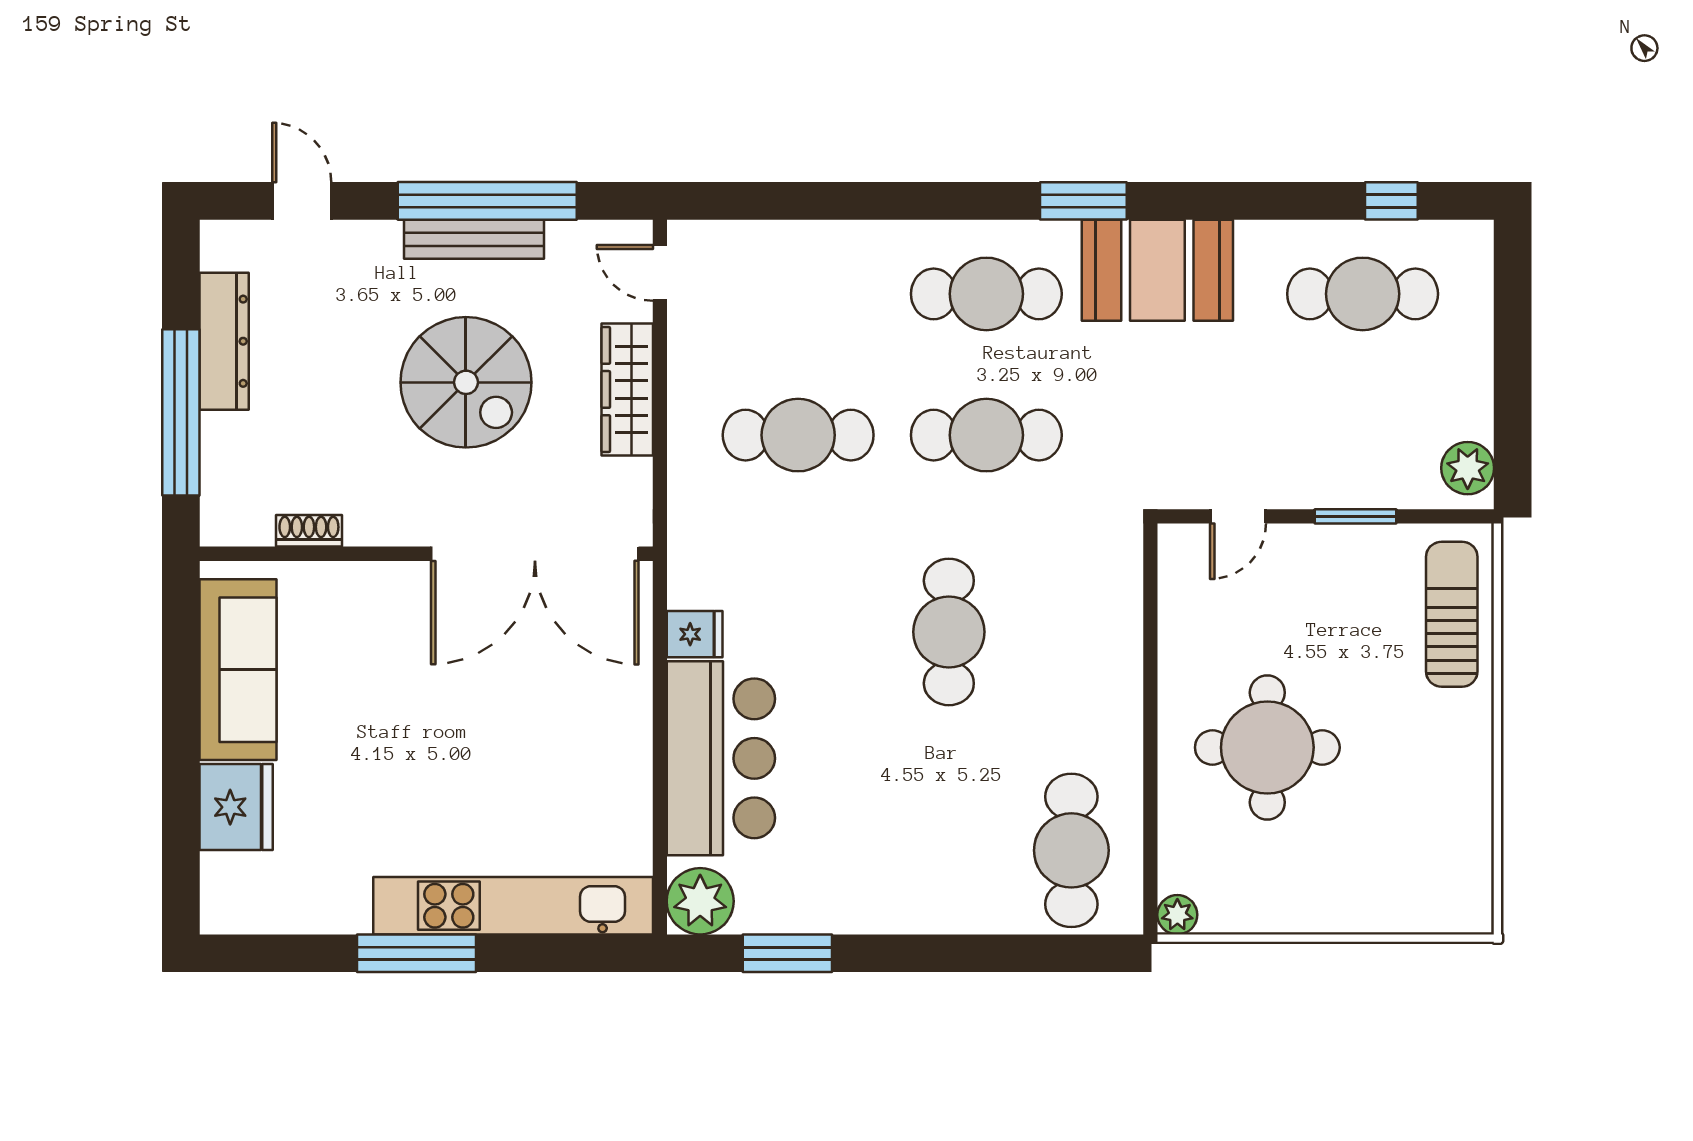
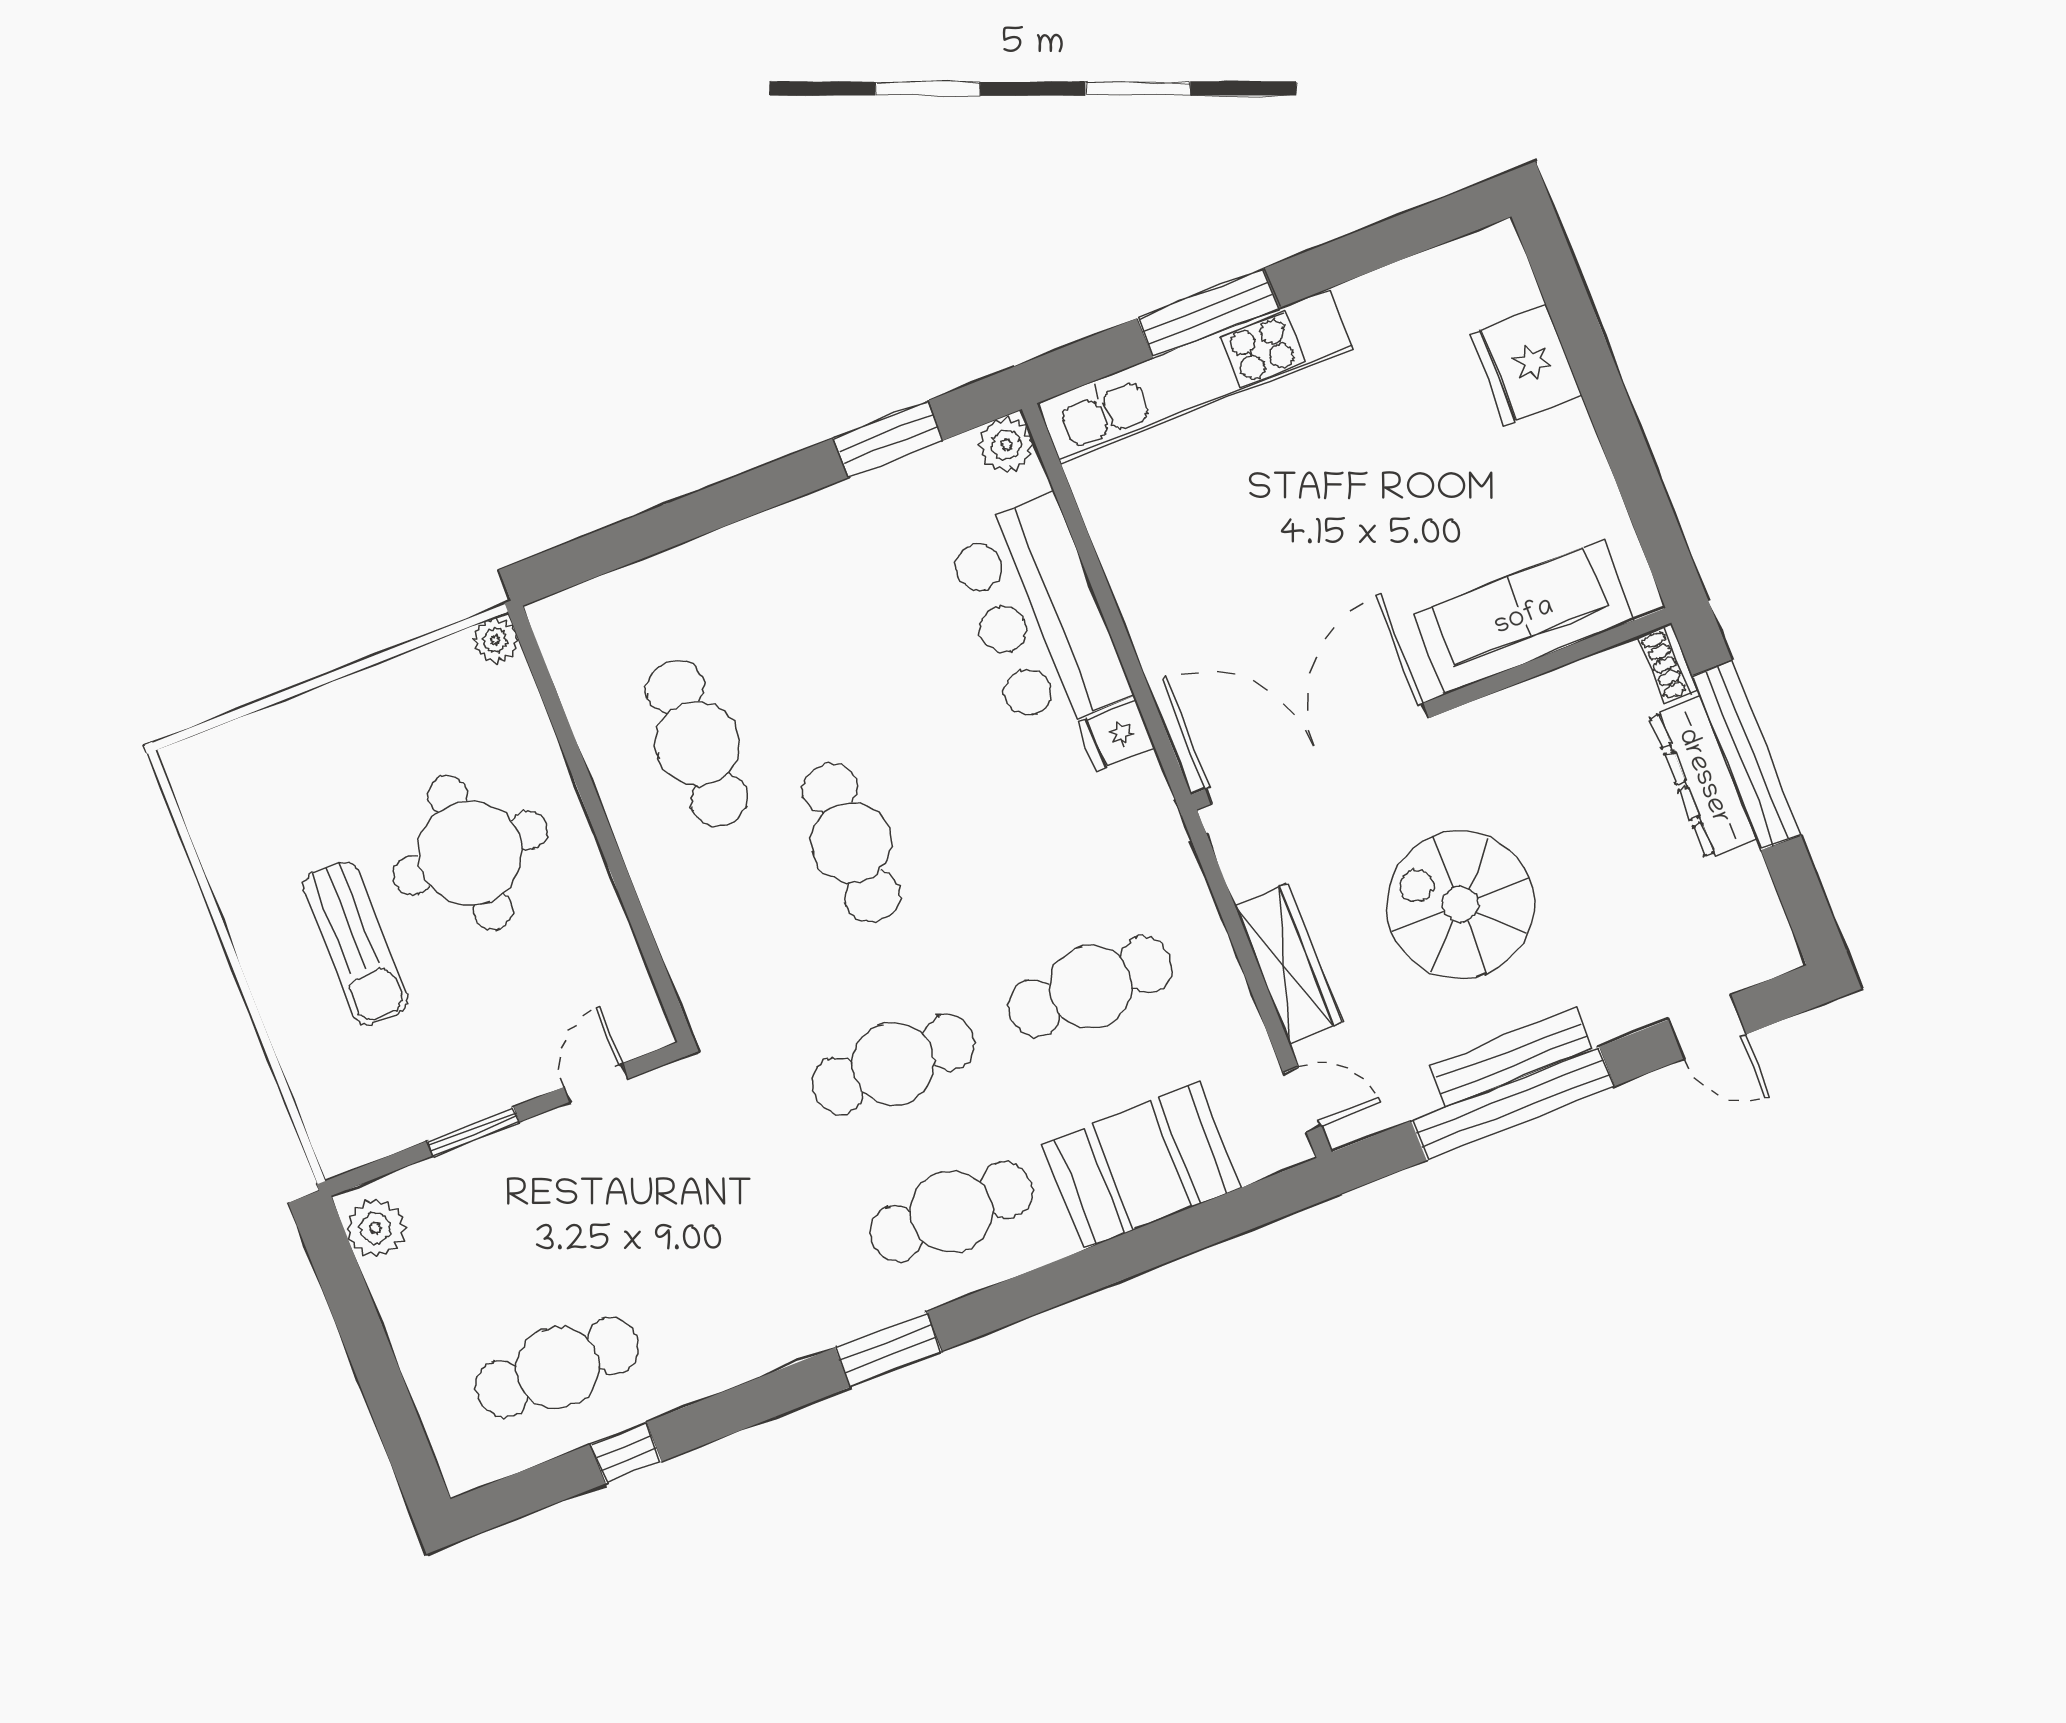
window: (1391, 201) -> (626, 1453), moved
booth: (1157, 270) -> (1142, 1166), moved
dresser: (224, 341) -> (1703, 777), moved
shoe rack: (309, 531) -> (1668, 664), moved, turned 90
sun lounger: (1452, 614) -> (356, 943), moved
sofa: (238, 670) -> (1524, 617), moved, turned 90
cafe table: (1071, 850) -> (697, 743), moved
plant: (700, 901) -> (1006, 445), width x0.73, depth x0.73
window: (417, 953) -> (1208, 313), moved

